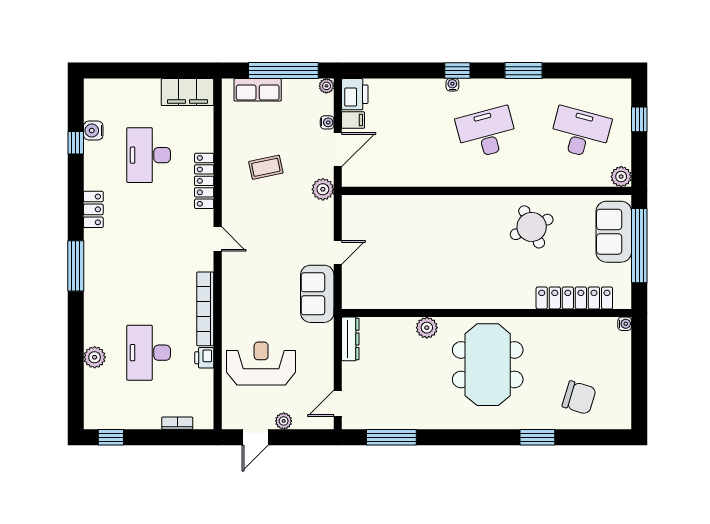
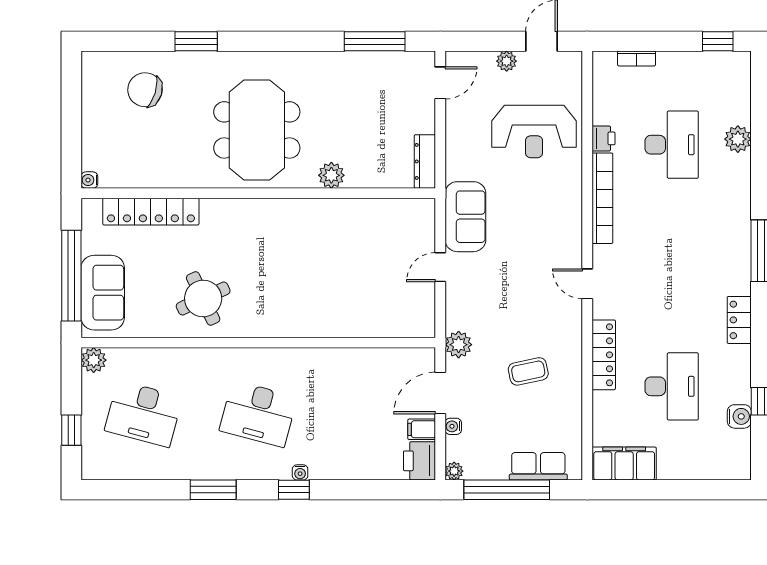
desk: (487, 133) -> (258, 414), turned 30

